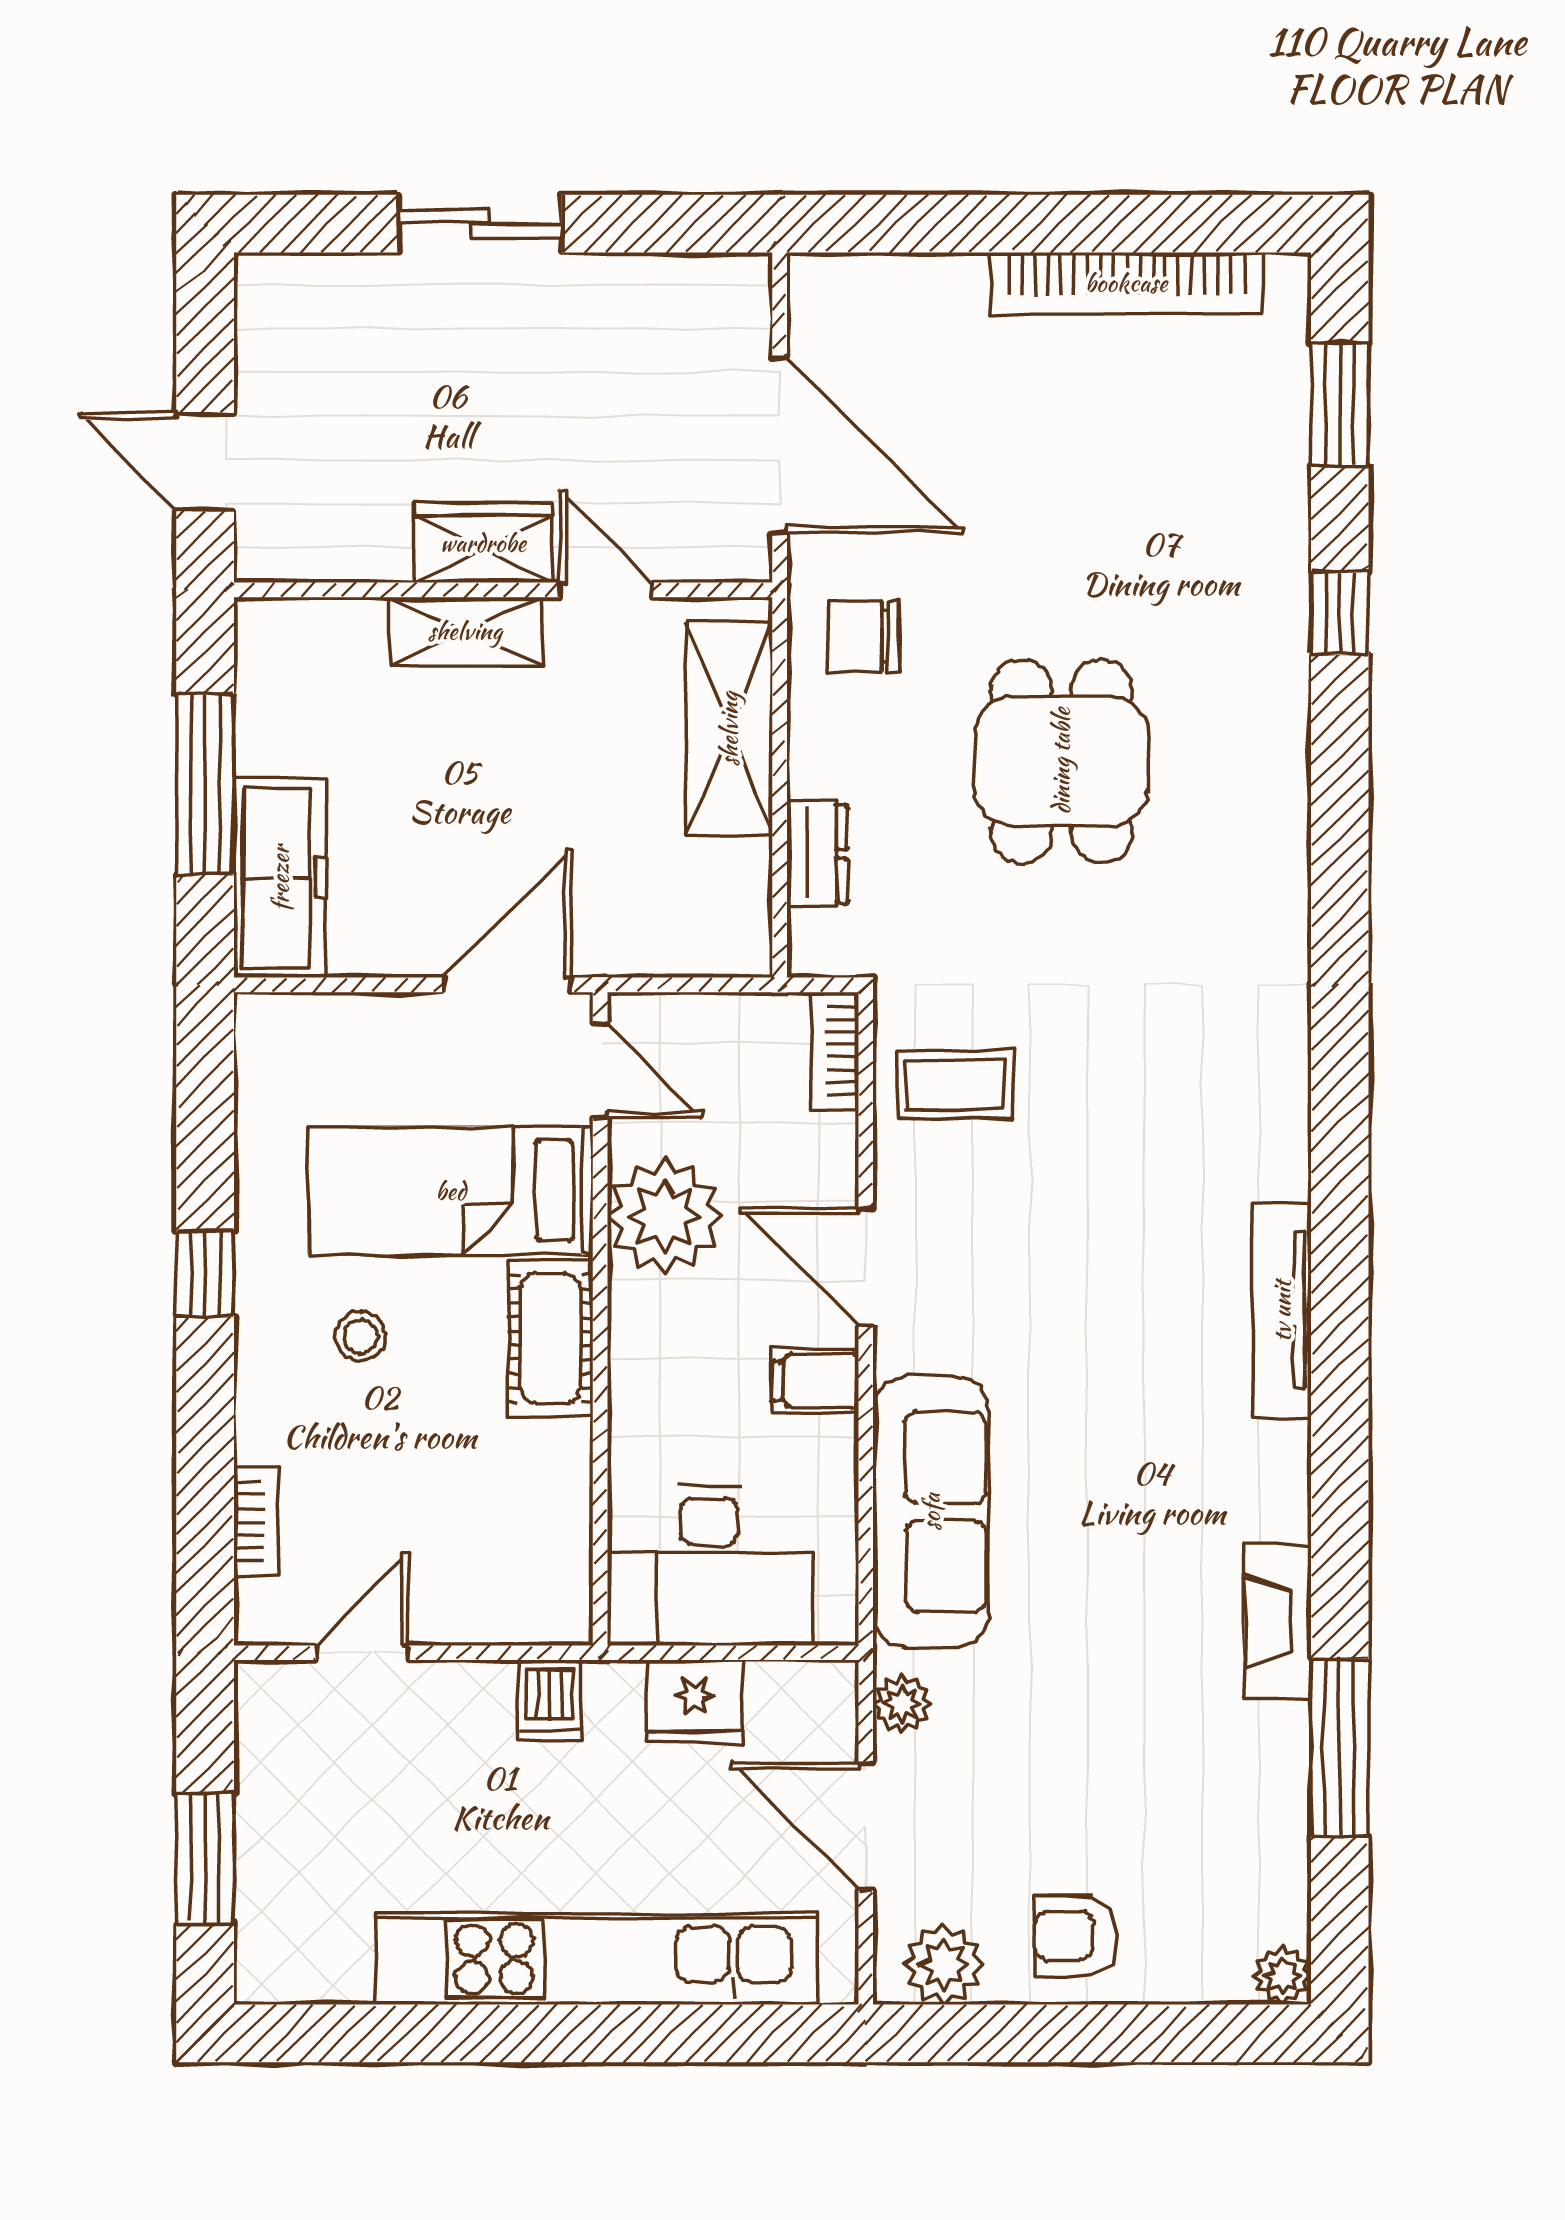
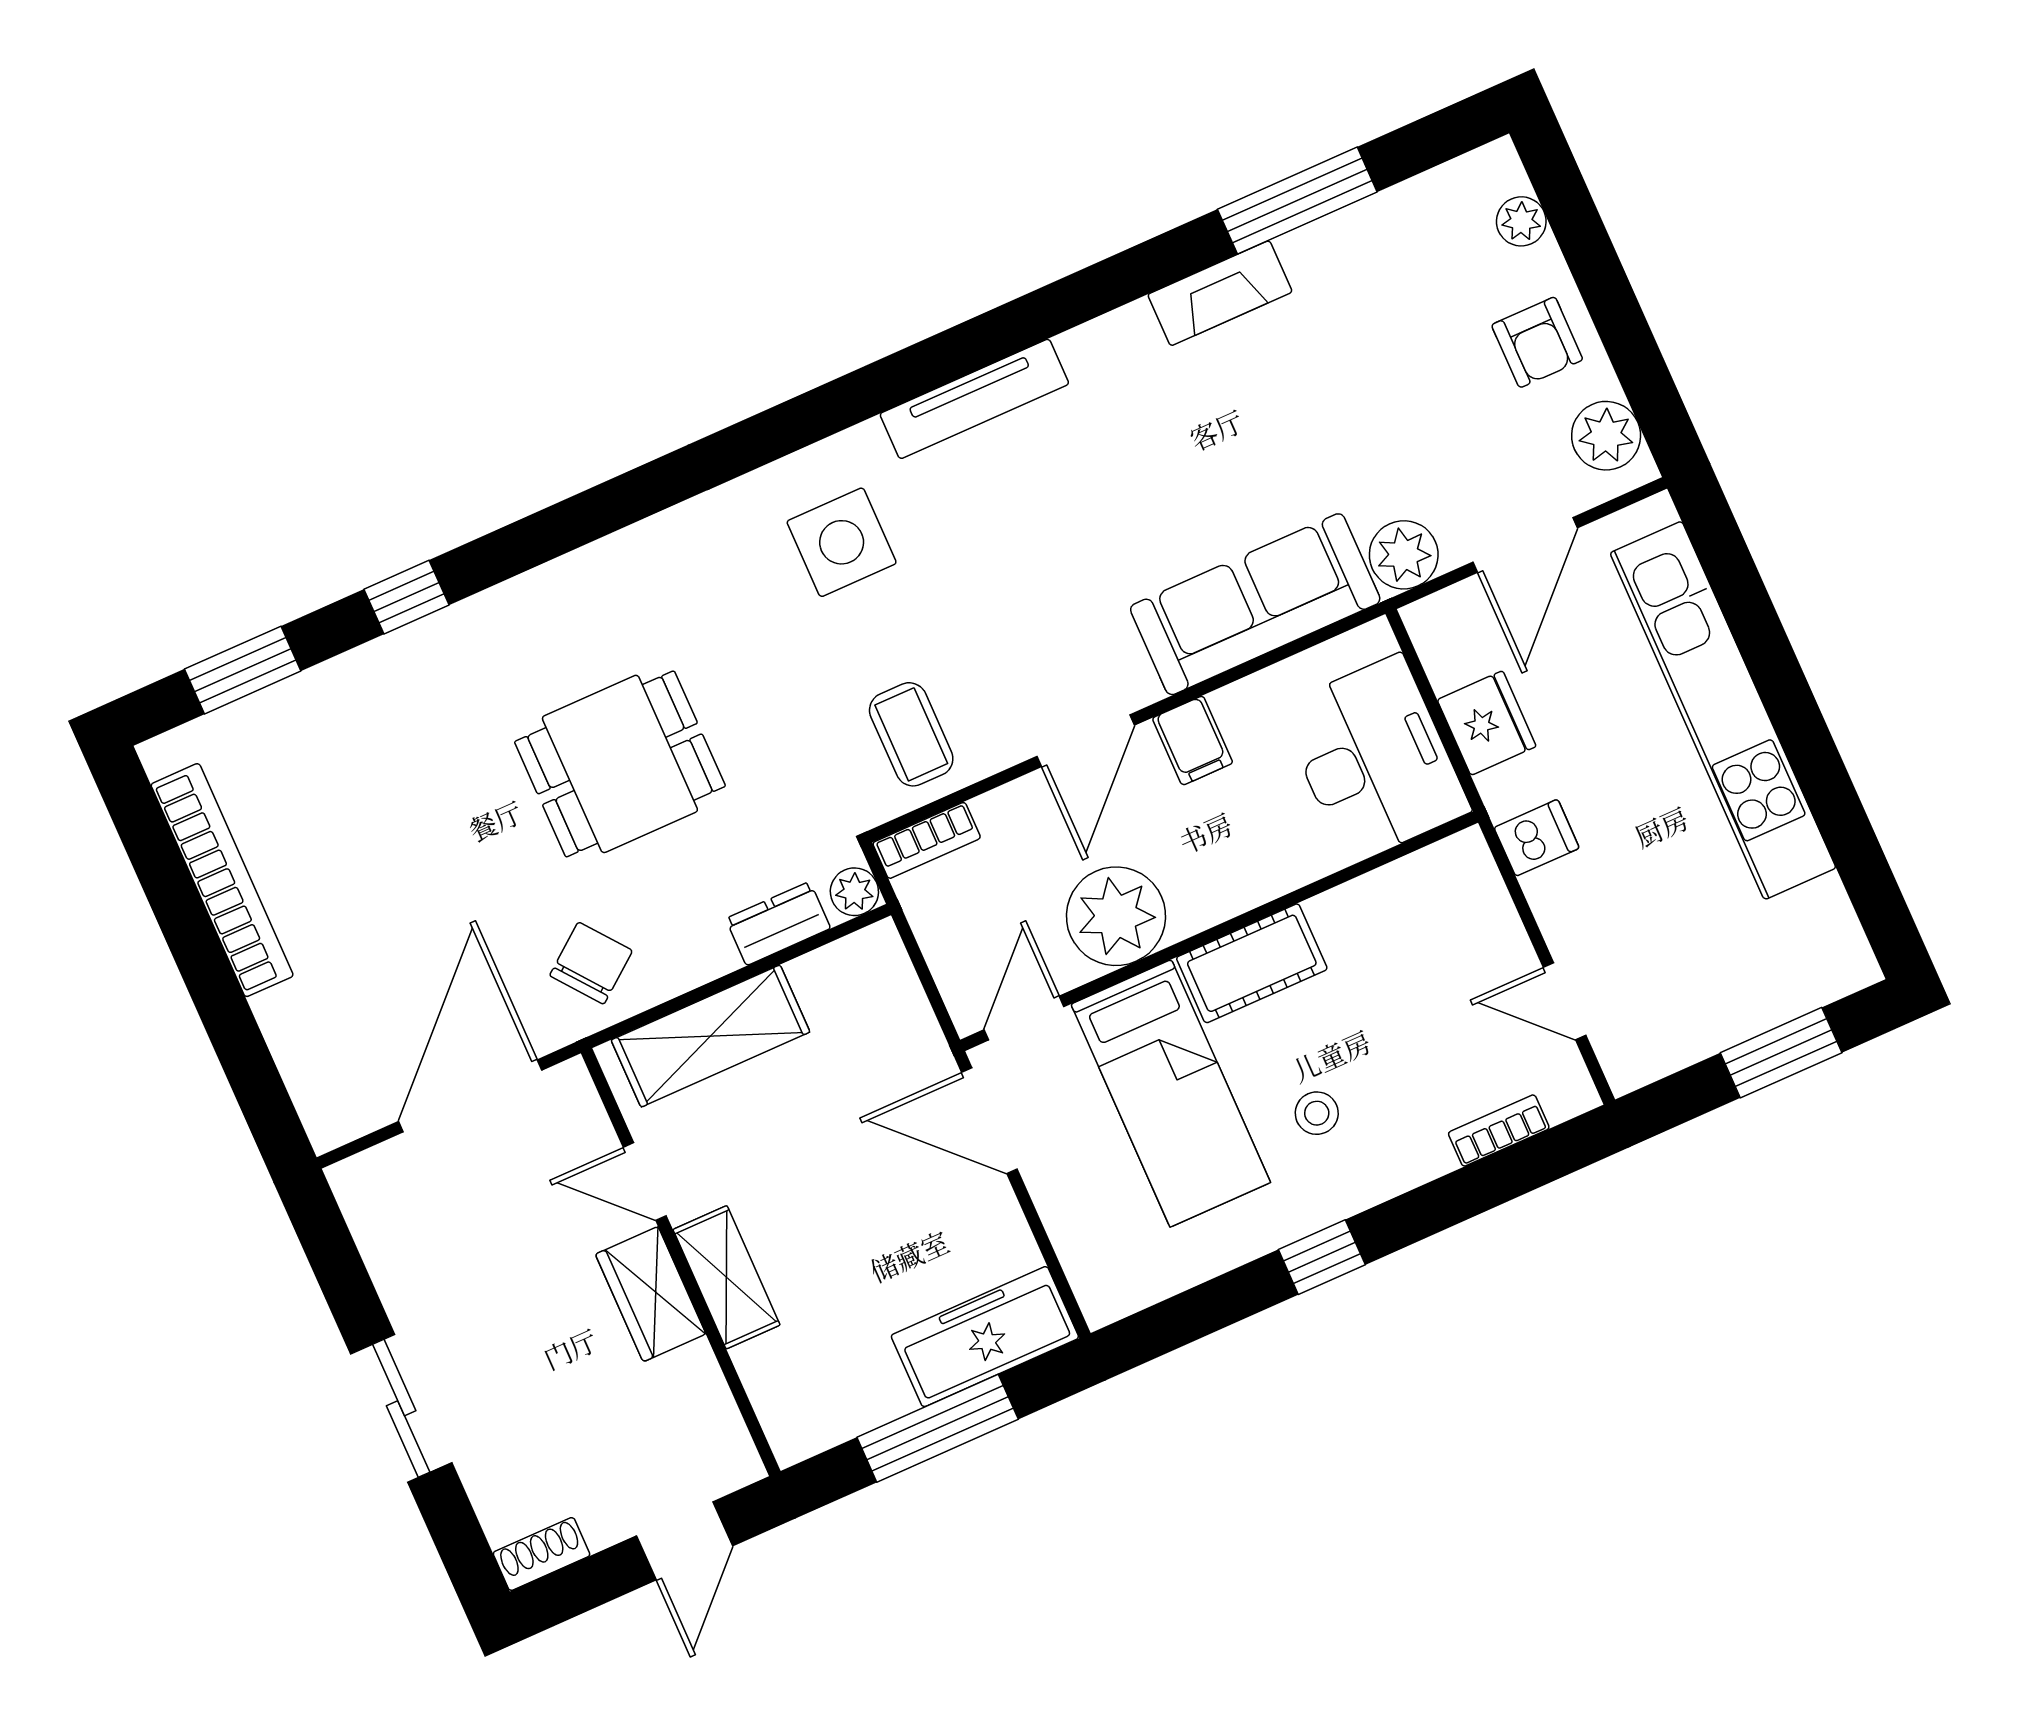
shoe rack: (259, 304) -> (542, 1554), added
door: (606, 590) -> (645, 1182), hinge flipped
chair: (863, 636) -> (591, 963), turned -128
plant: (815, 950) -> (854, 892), added
side table: (1192, 1102) -> (842, 542), added
plant: (902, 1704) -> (1404, 555), width x1.38, depth x1.38
plant: (1282, 1976) -> (1521, 221), moved

